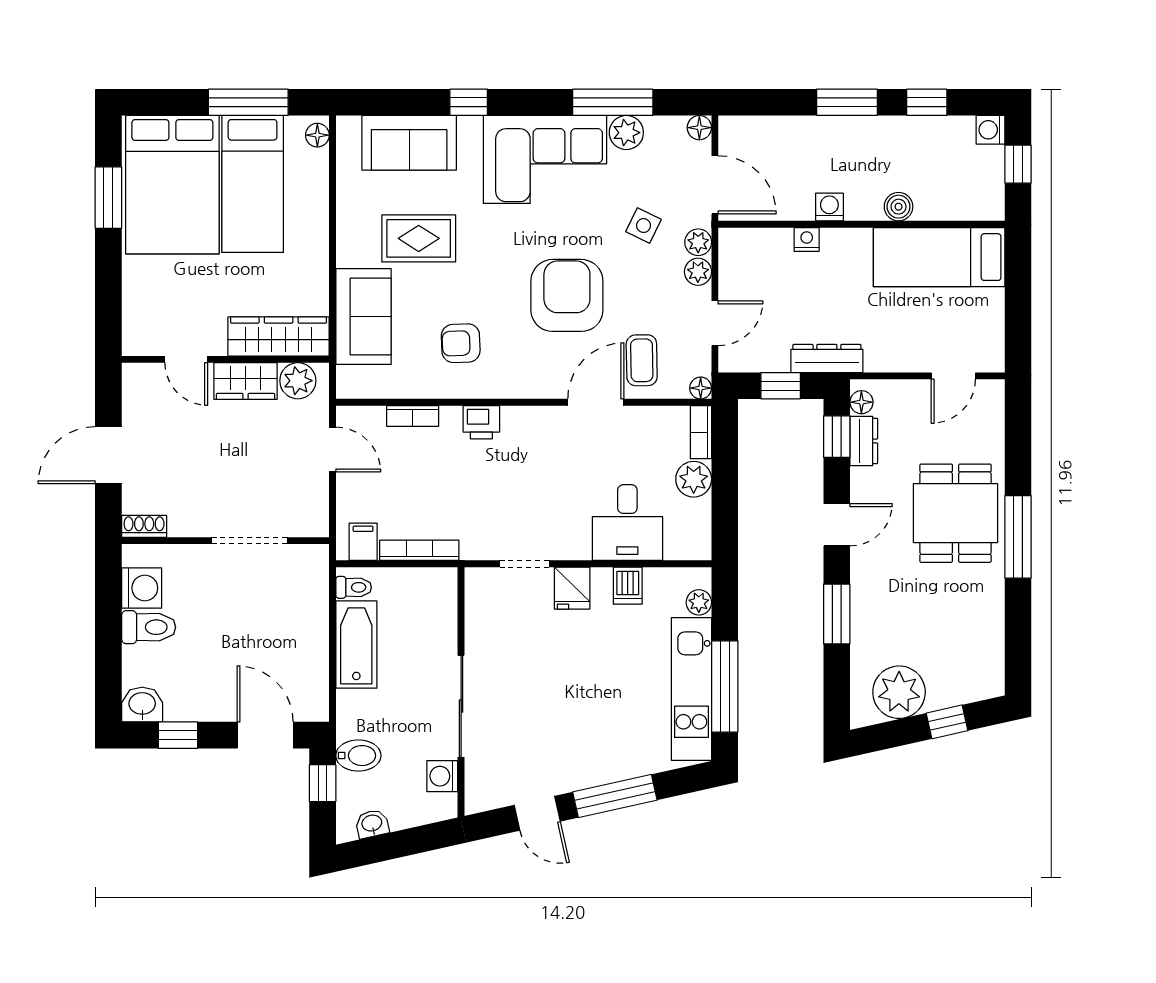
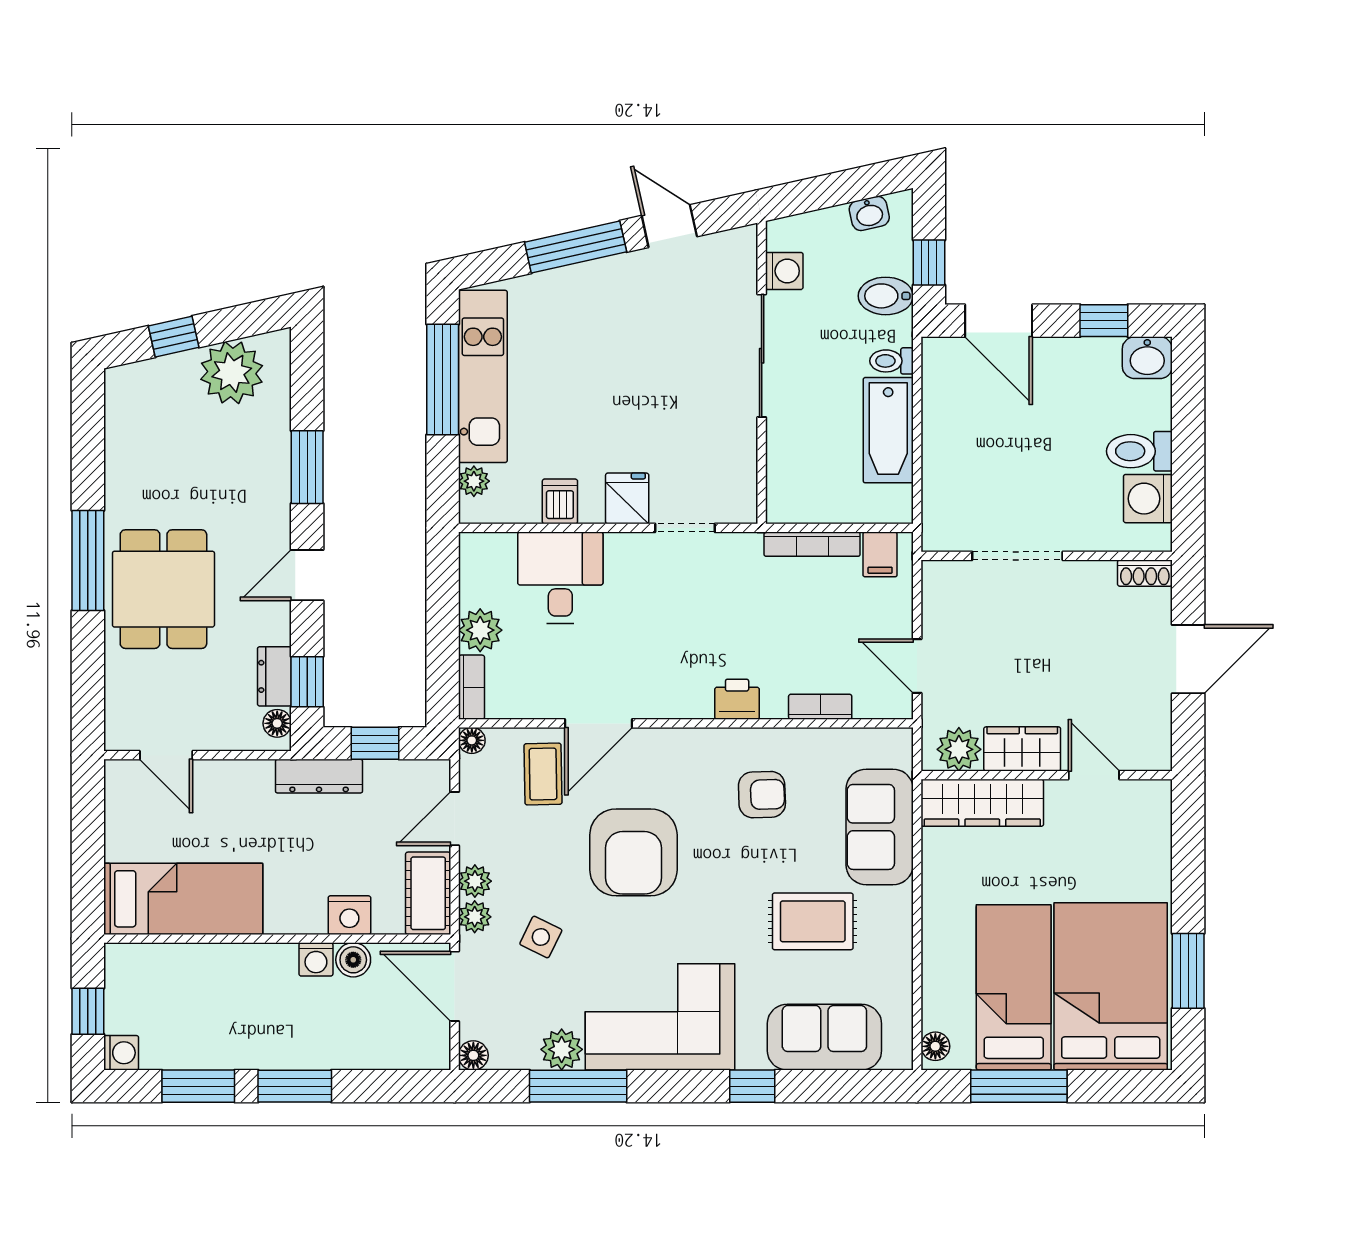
window: (927, 102) -> (198, 1086), width x1.50
boiler: (899, 207) -> (353, 960), moved
nightstand: (807, 239) -> (349, 915), width x1.39, depth x1.35
cot: (737, 262) -> (428, 893), added
door: (953, 376) -> (166, 755), swing flipped
toilet: (354, 587) -> (891, 361), moved

